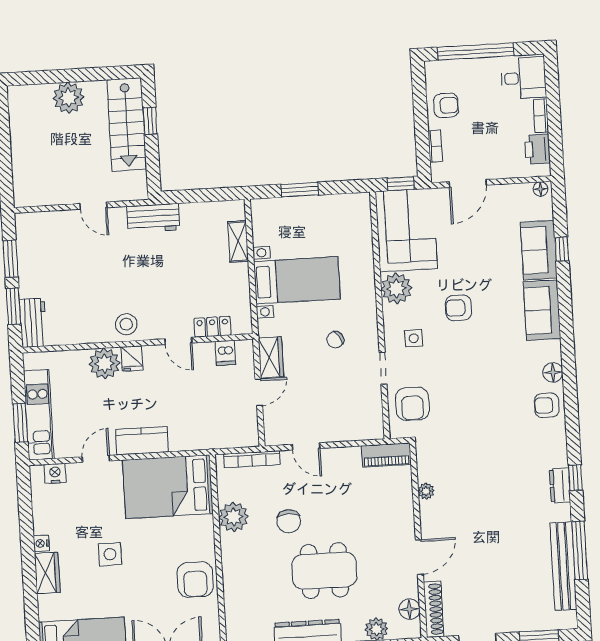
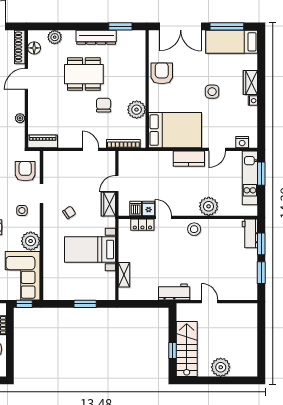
fridge: (132, 358) -> (149, 208), moved

